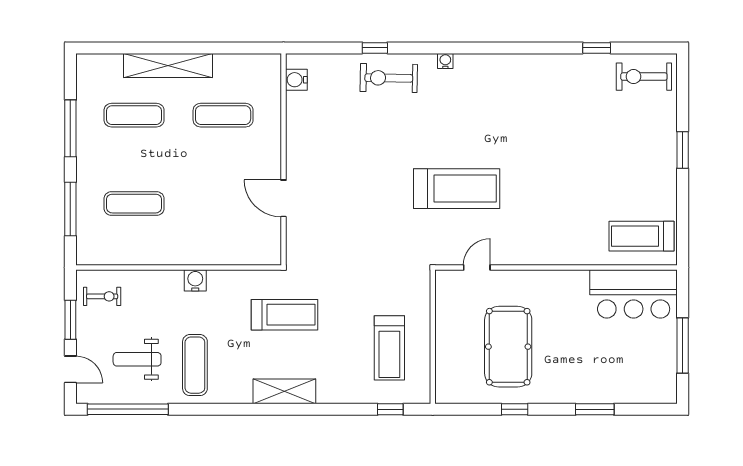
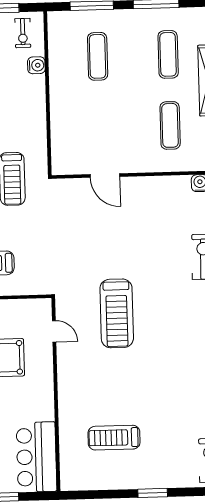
door: (283, 198) -> (105, 176), swing flipped
treadmill: (642, 236) -> (114, 438), moved, turned -90
water cooler: (195, 280) -> (36, 65), moved

